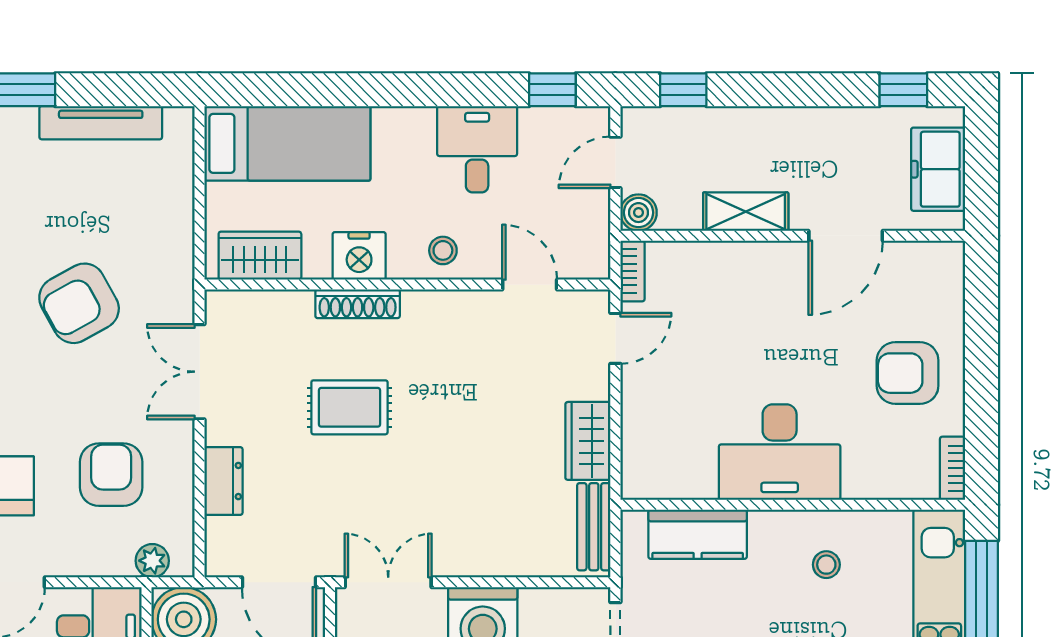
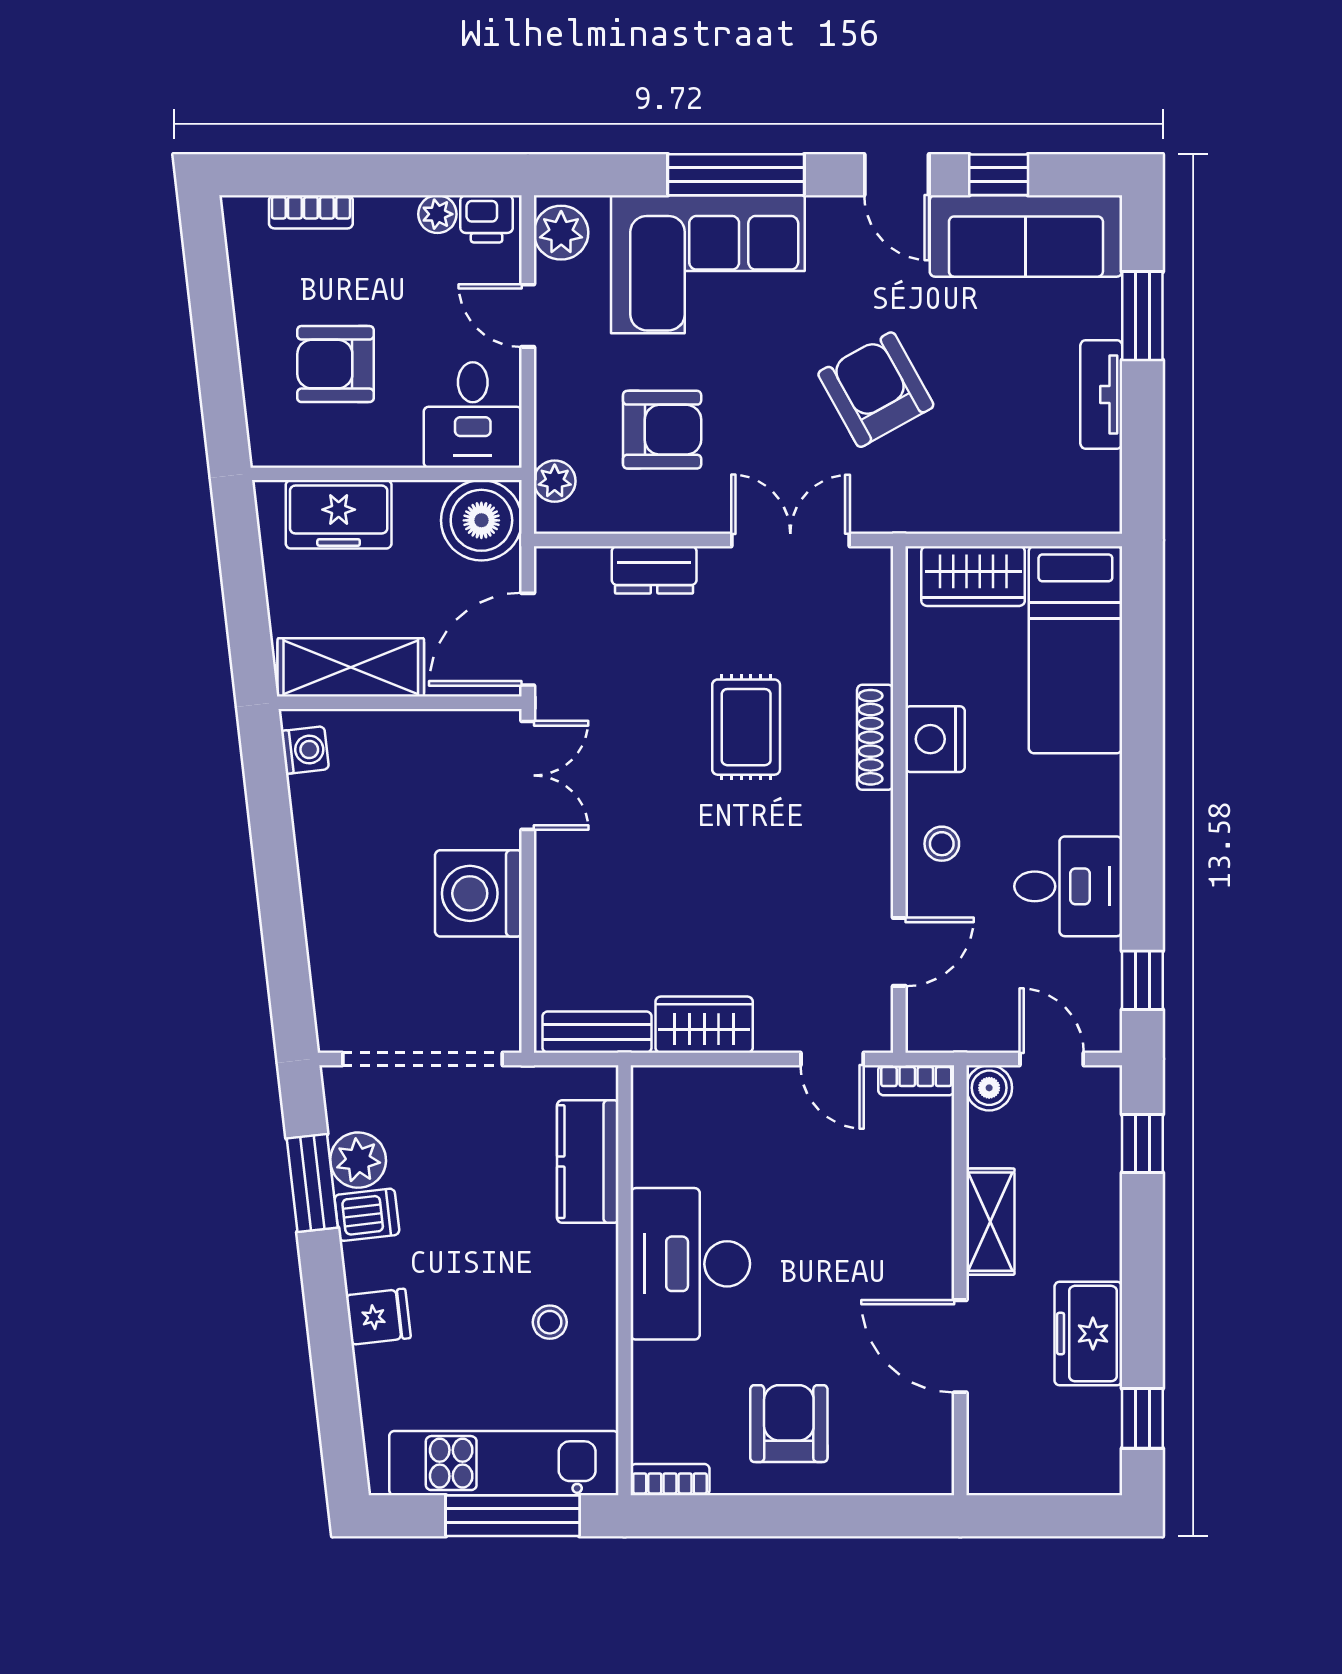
tv unit: (101, 123) -> (1101, 394), width x0.71
freezer: (938, 169) -> (1088, 1334), moved, turned -90
wardrobe: (260, 256) -> (973, 576), moved, turned 90

